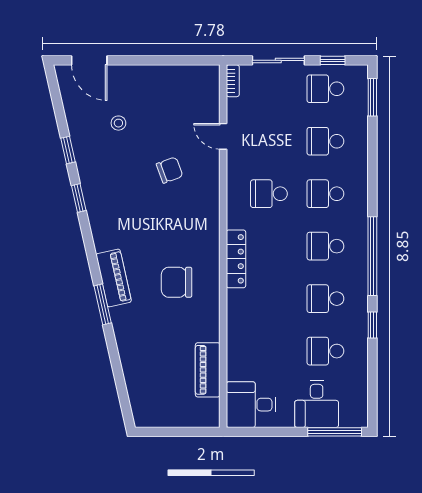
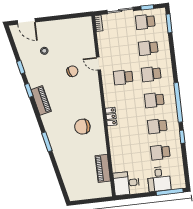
door: (223, 136) -> (99, 64), moved
locker: (236, 259) -> (111, 117), width x0.66
piano: (114, 278) -> (41, 100), moved

